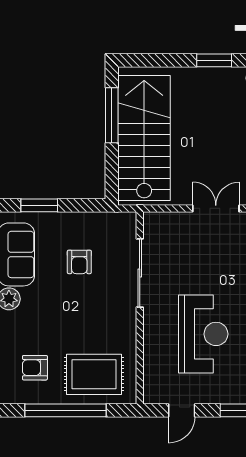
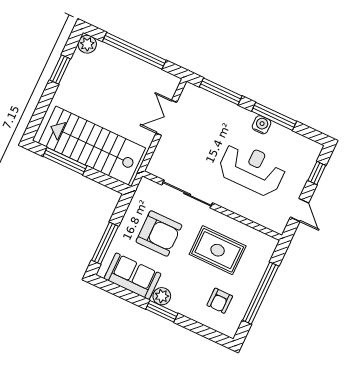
window: (39, 205) -> (105, 243), width x1.44
armchair: (79, 262) -> (159, 233), width x1.88, depth x1.88
rug: (94, 374) -> (218, 250), moved, turned 90

